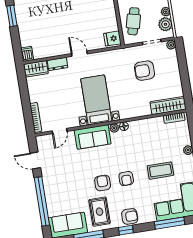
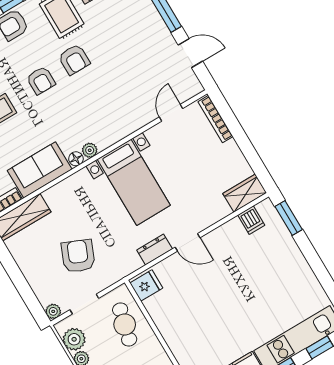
window: (12, 16) -> (289, 218), moved
dishwasher: (27, 54) -> (251, 220), moved
dresser: (58, 64) -> (155, 250), moved
armchair: (144, 71) -> (78, 256), turned -67
sofa: (93, 137) -> (40, 170), moved
armchair: (126, 179) -> (41, 80), turned 180

